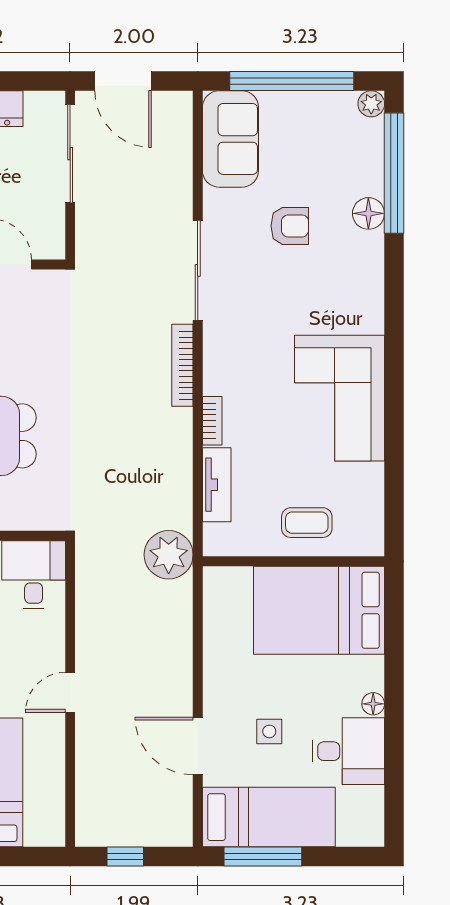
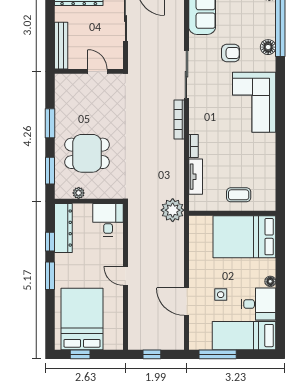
corner sofa: (339, 398) -> (254, 102), moved
door: (70, 692) -> (125, 276), hinge flipped
bed: (269, 817) -> (244, 336), moved, turned 180

